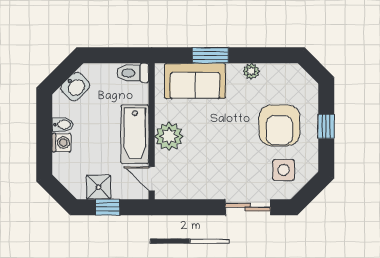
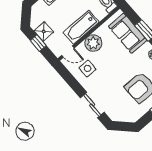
side table: (284, 170) -> (88, 68), moved
door: (152, 179) -> (68, 52), swing flipped

